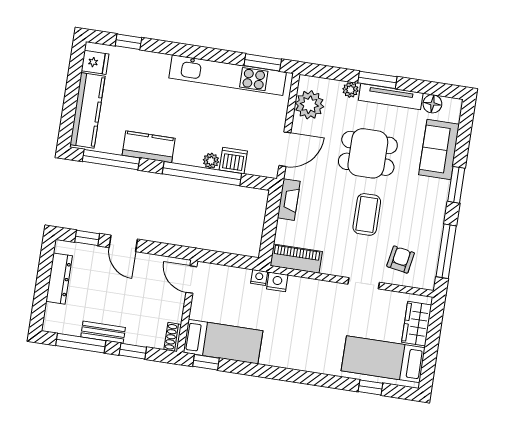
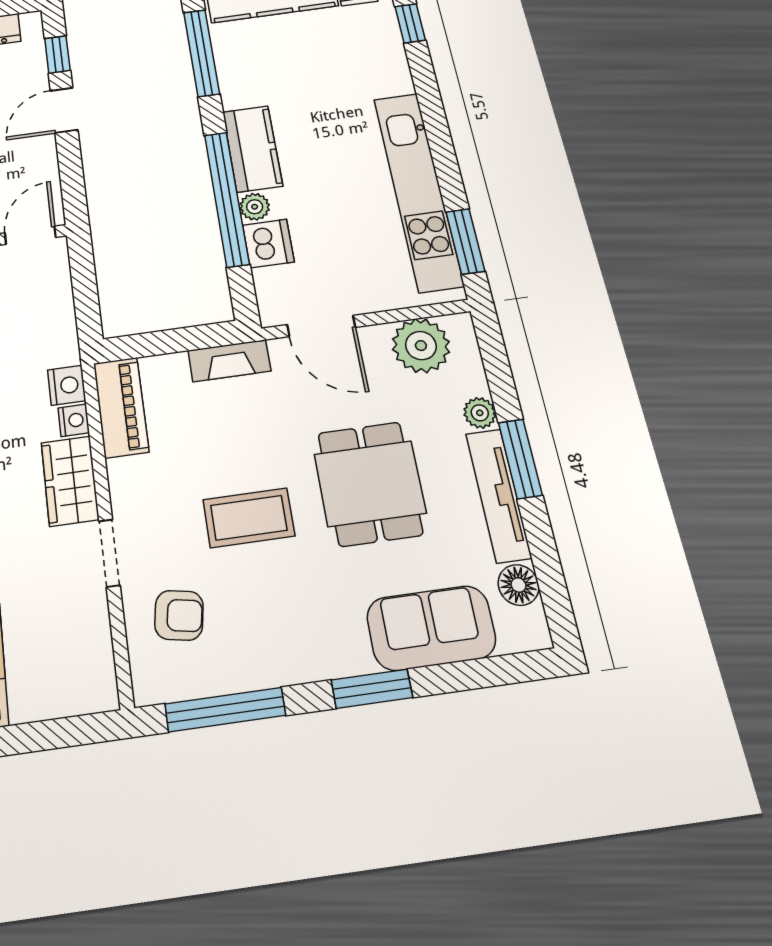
kitchen counter: (149, 147) -> (252, 149), moved
nightstand: (259, 277) -> (74, 420), moved
wardrobe: (417, 324) -> (70, 481), moved, turned -90

